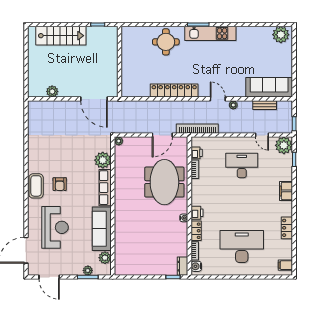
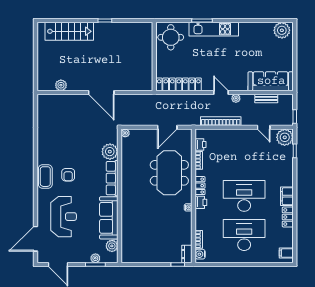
wall: (119, 62) -> (154, 56), moved
bookcase: (197, 129) -> (221, 121), moved
desk: (242, 165) -> (244, 196), moved, width x1.36, depth x1.30
filing cabinet: (286, 191) -> (287, 196), moved
locker: (196, 231) -> (200, 186), moved

